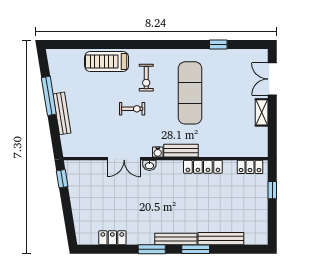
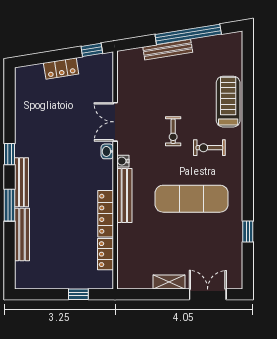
window: (49, 96) -> (188, 34), width x1.46
bench: (181, 151) -> (124, 196), width x1.36
locker: (250, 167) -> (105, 254), moved
locker: (112, 238) -> (61, 68), moved, turned 81
window: (152, 249) -> (10, 154), width x0.67

